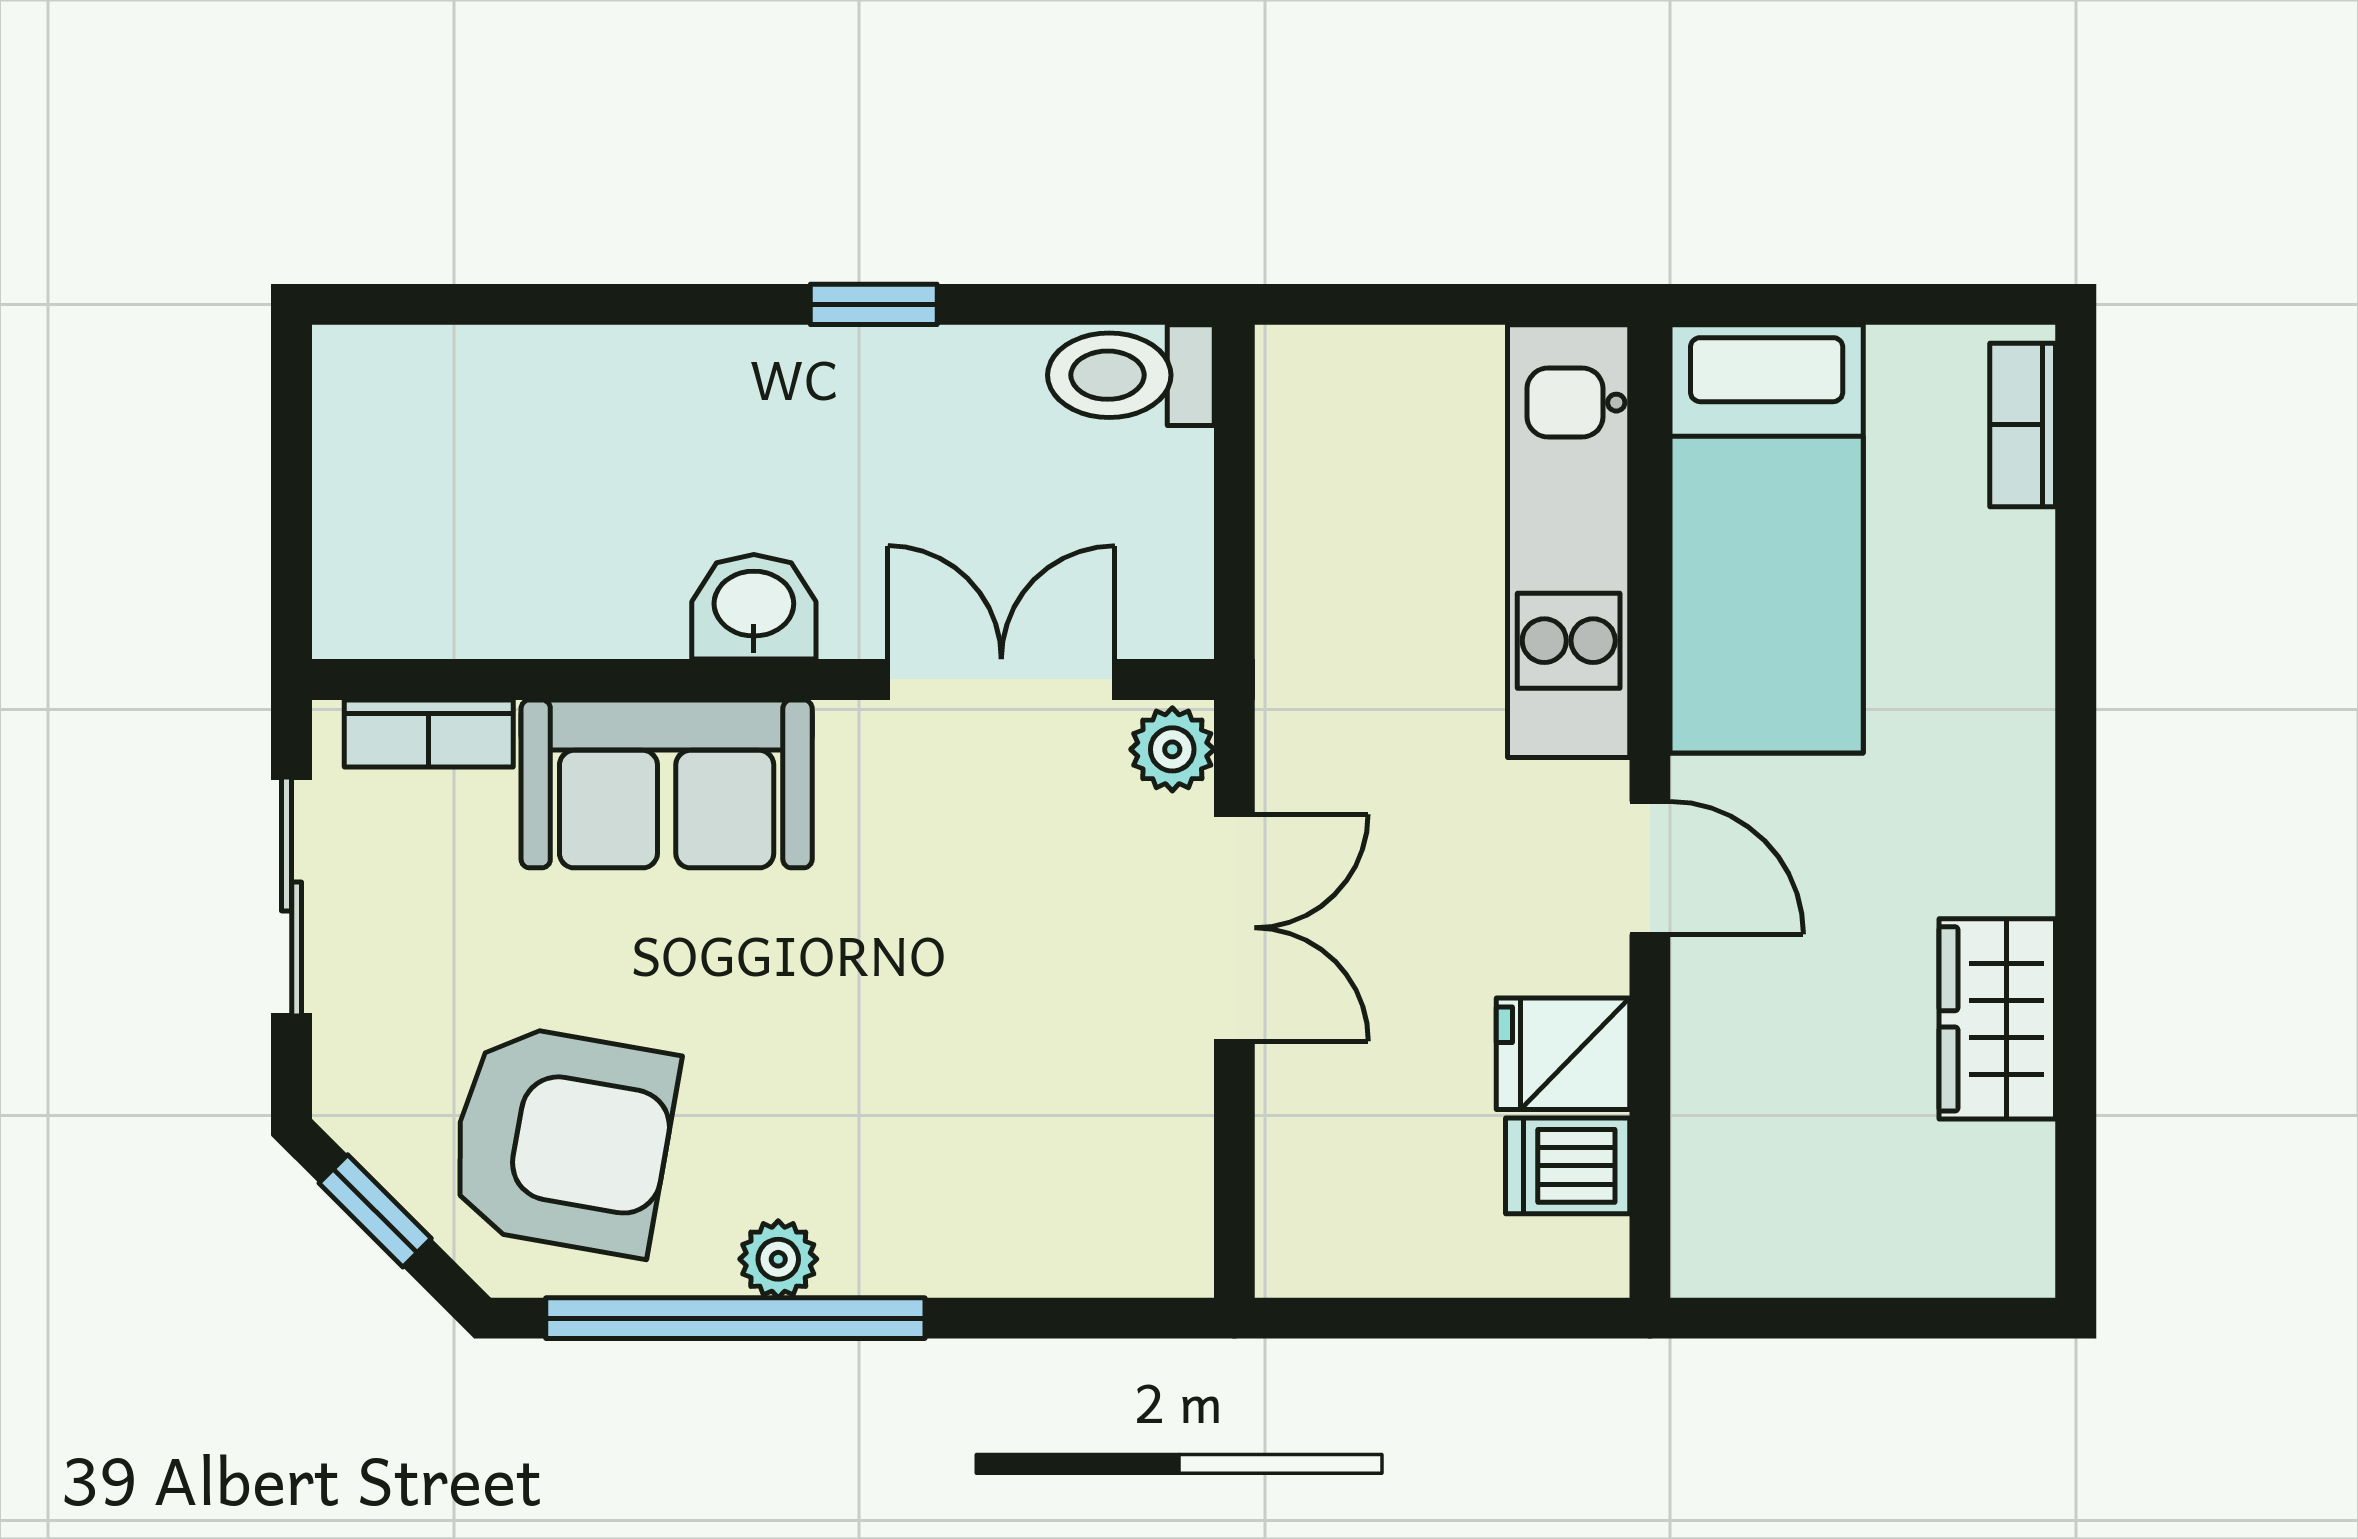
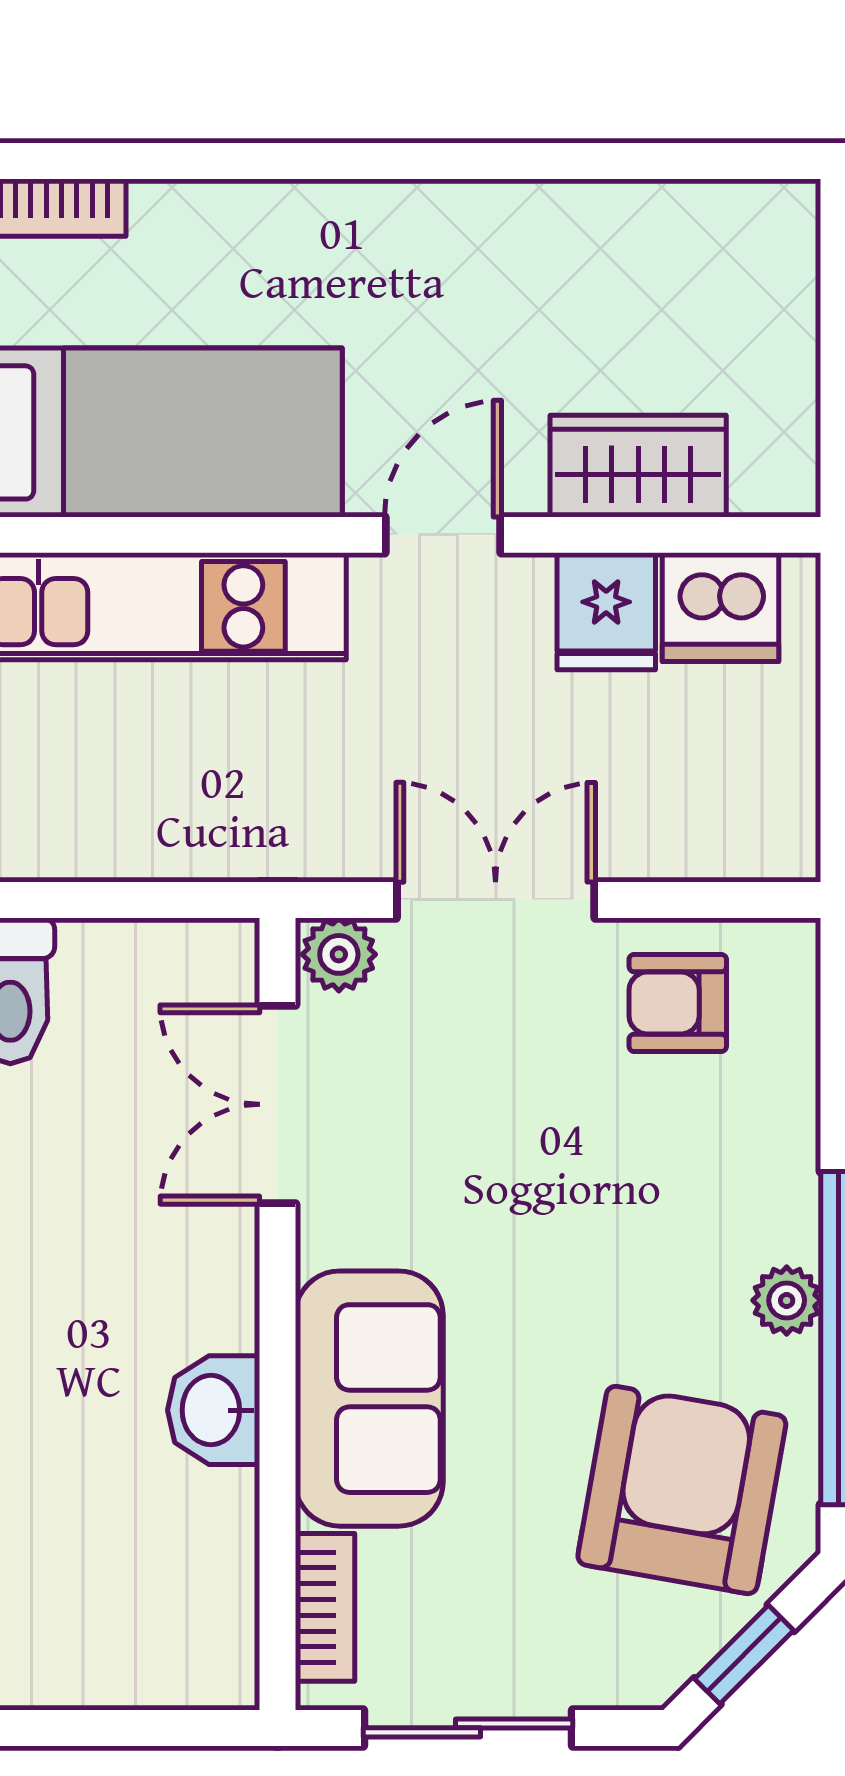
washbasin: (754, 607) -> (214, 1410), moved
wardrobe: (1997, 1019) -> (638, 466), moved, turned 180
armchair: (1117, 1135) -> (678, 1003), added
dishwasher: (1568, 1166) -> (721, 607), width x1.38

